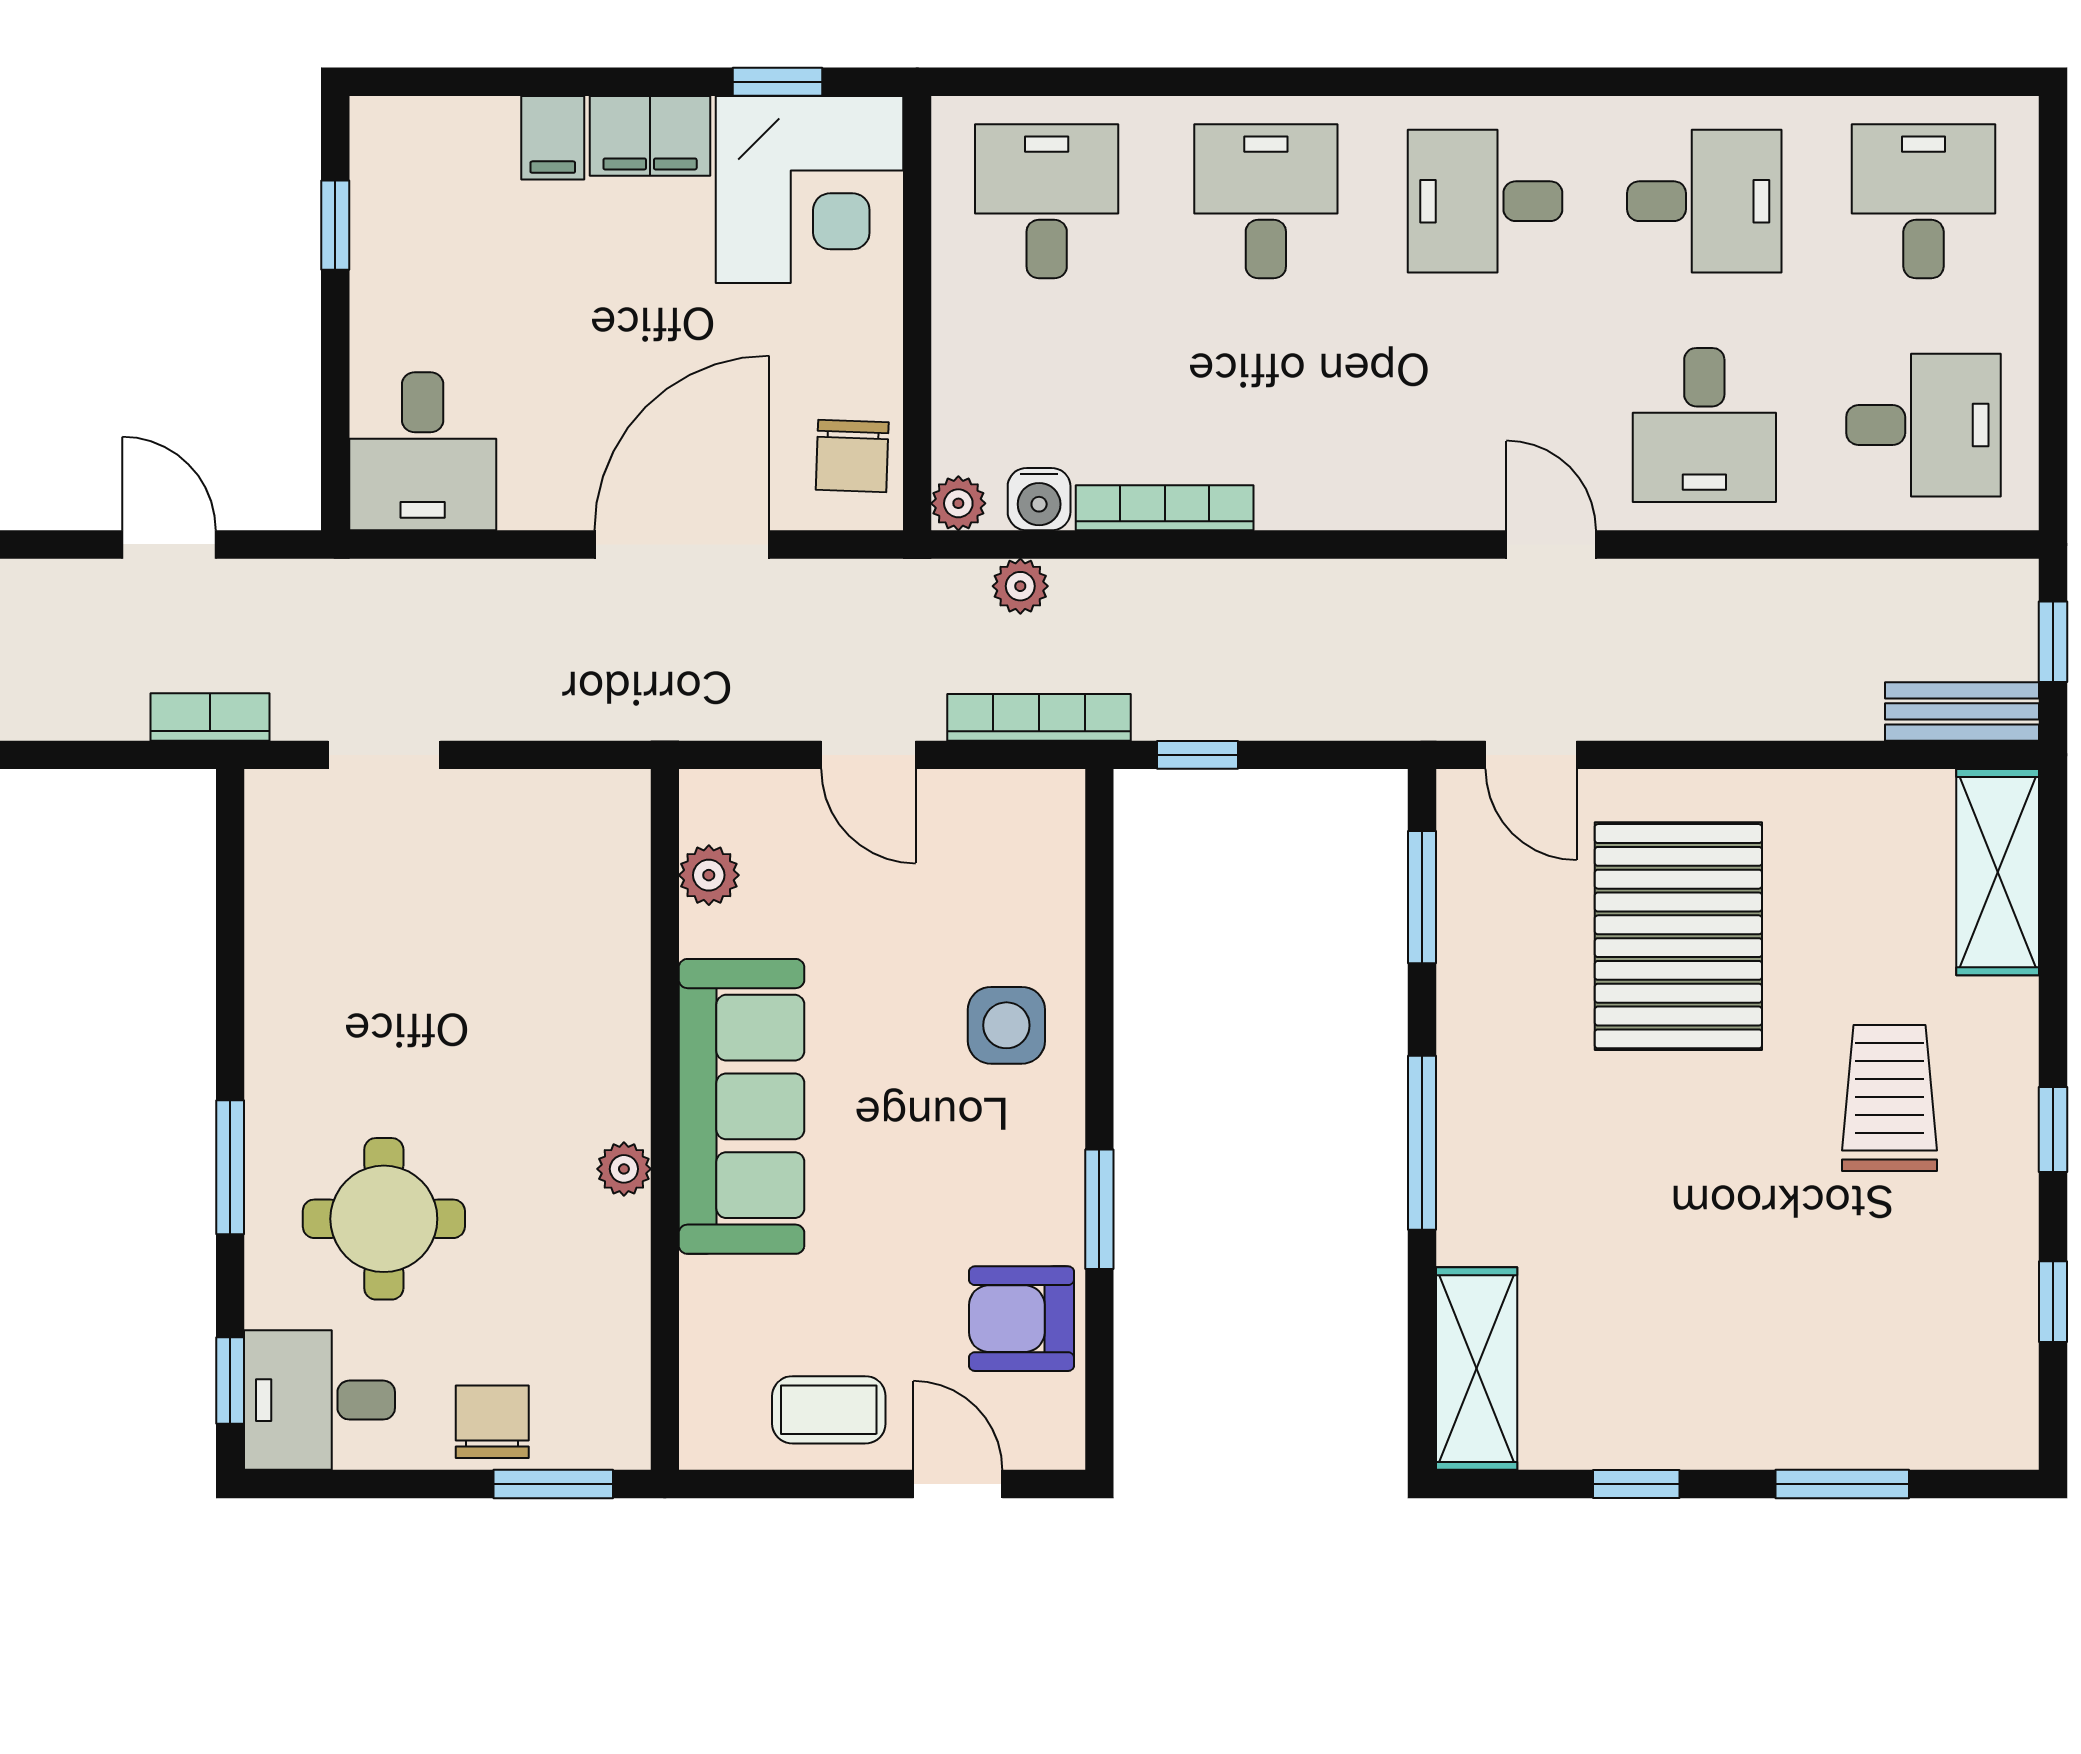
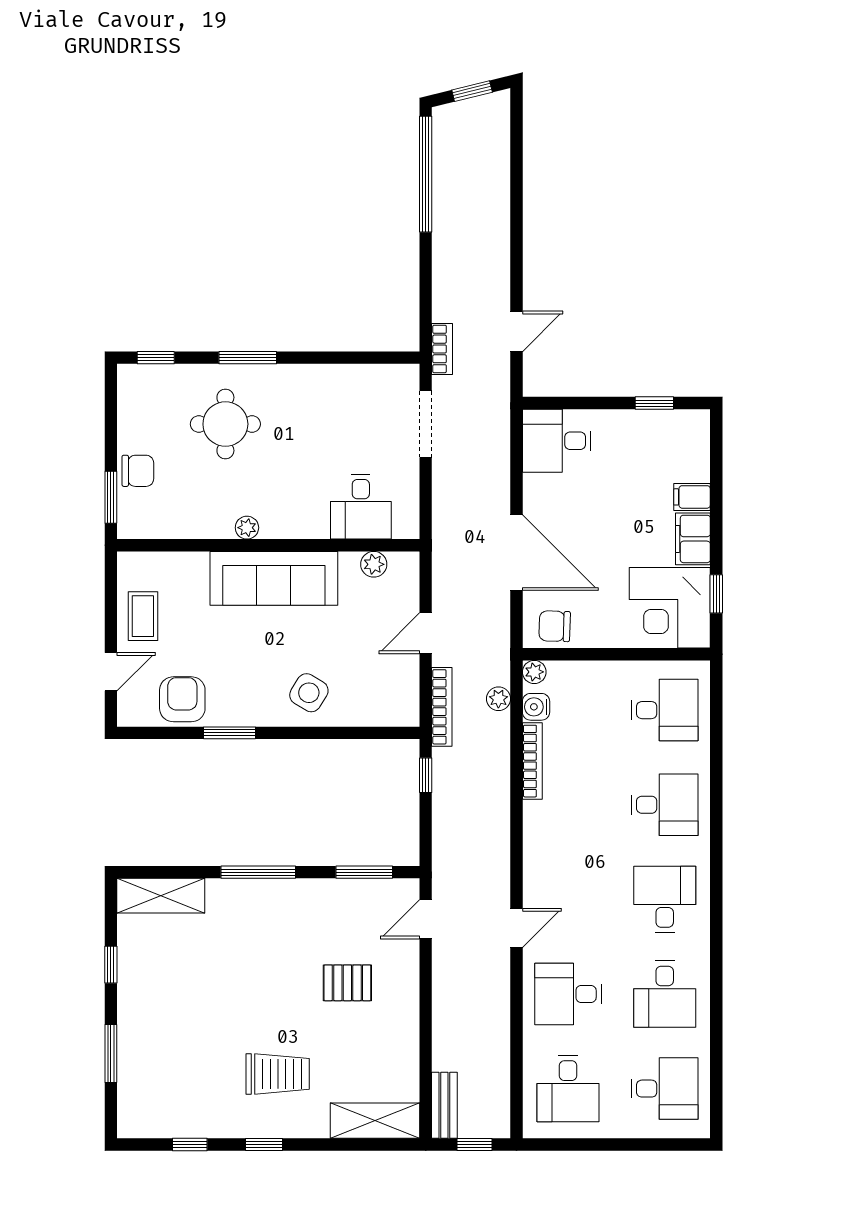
doorway: (384, 755) -> (426, 424), width x1.38
pallet: (1678, 936) -> (347, 983), width x0.49, depth x0.50
side table: (1006, 1025) -> (309, 693), turned 31
desk: (319, 1400) -> (361, 507), moved, turned 180

